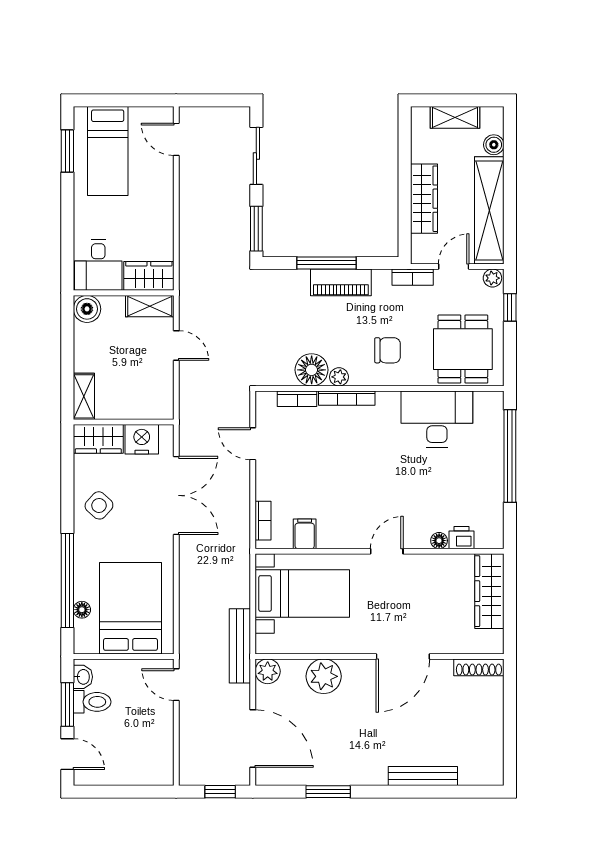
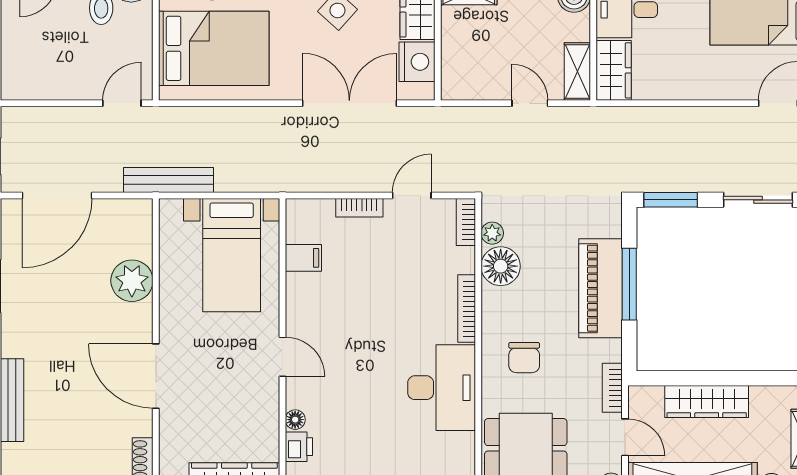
piano: (341, 282) -> (600, 288), width x1.37, depth x1.33
door: (176, 345) -> (530, 103), swing flipped
plant: (339, 377) -> (492, 233), moved
bookcase: (297, 399) -> (466, 222), moved
desk: (437, 419) -> (442, 388), moved
double door: (176, 495) -> (349, 103), swing flipped
bookcase: (263, 521) -> (359, 208), moved
plant: (268, 671) -> (138, 213), removed

